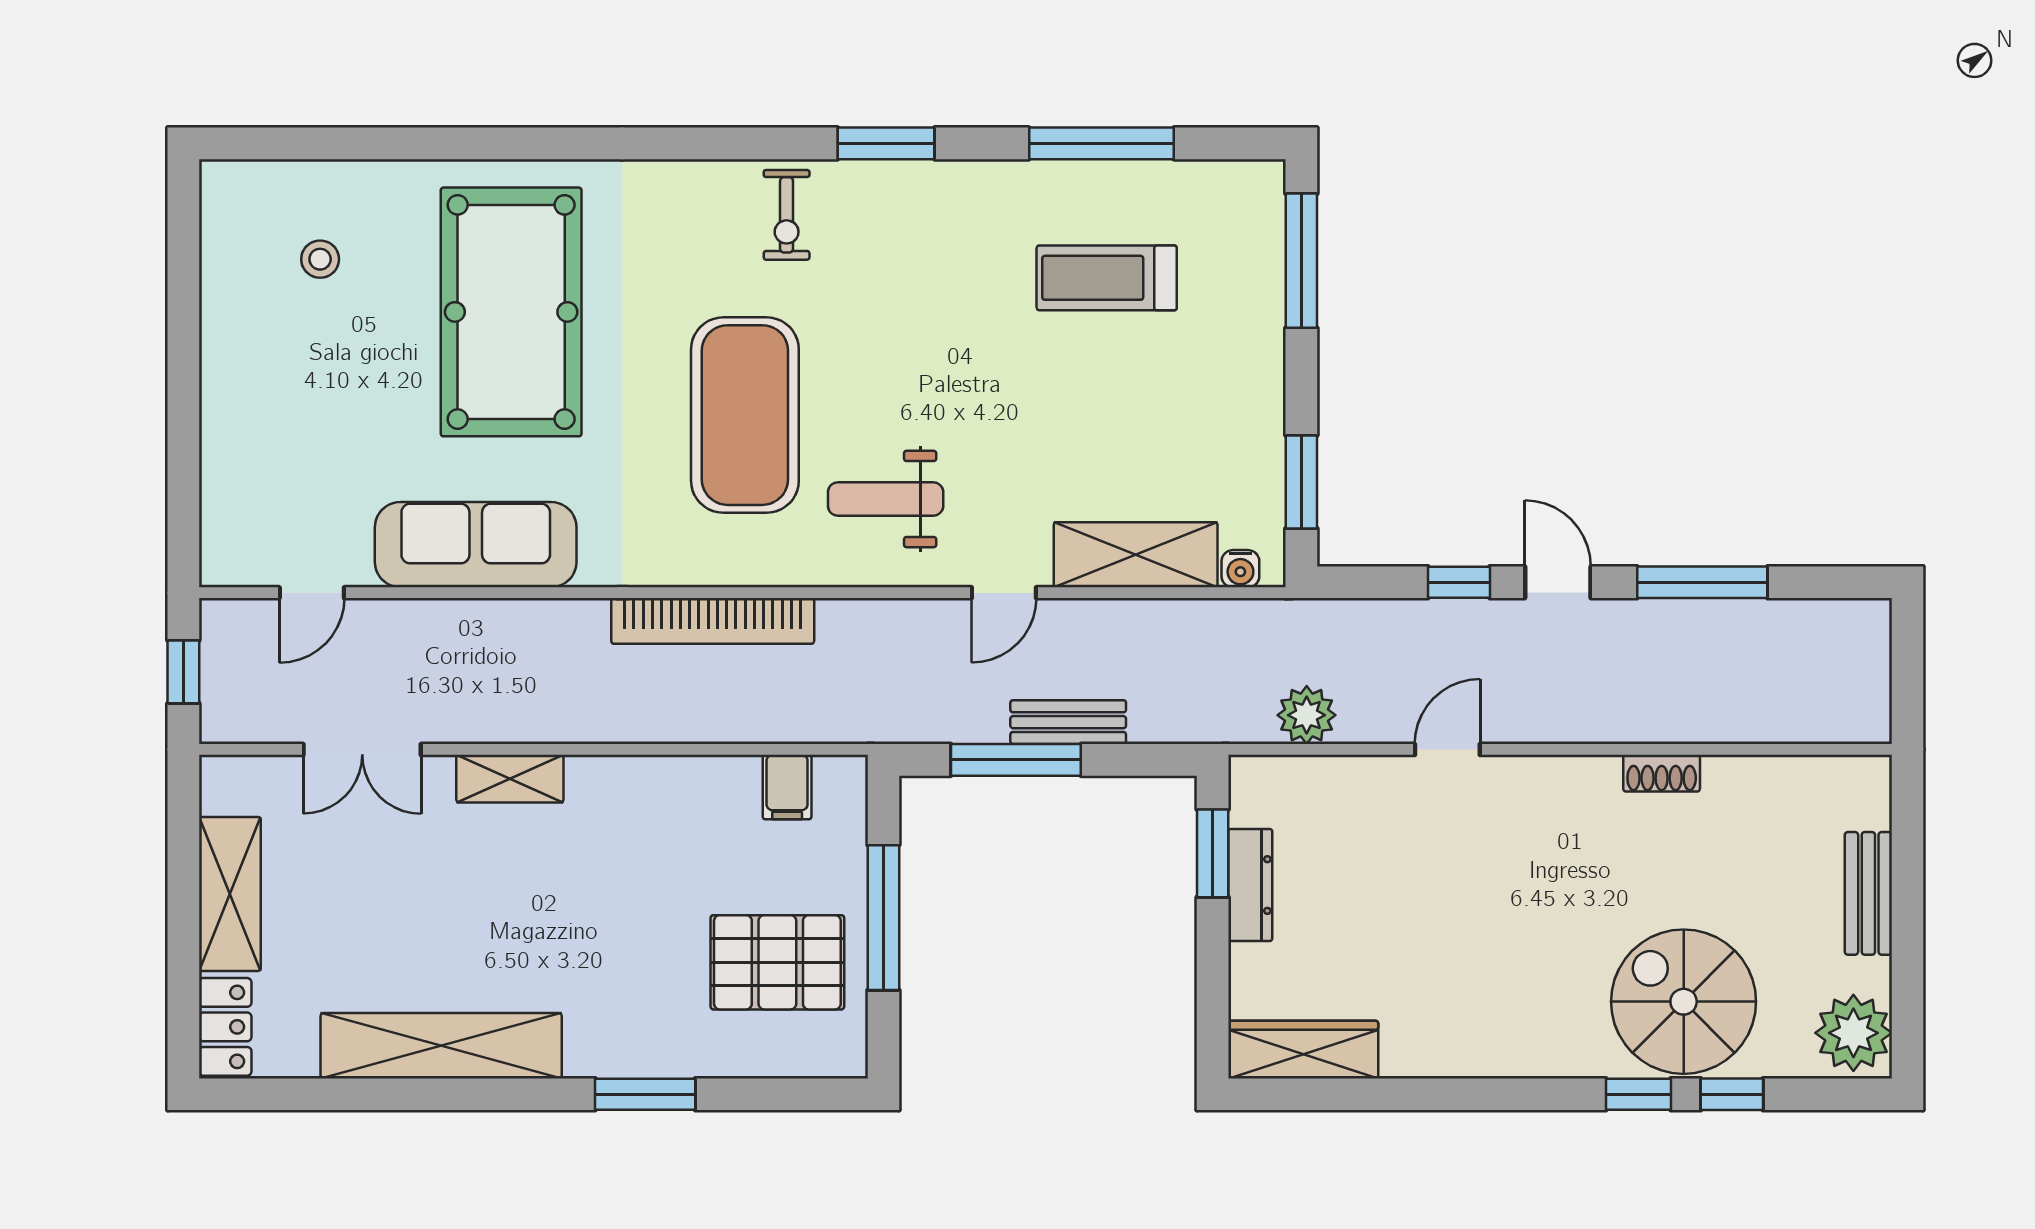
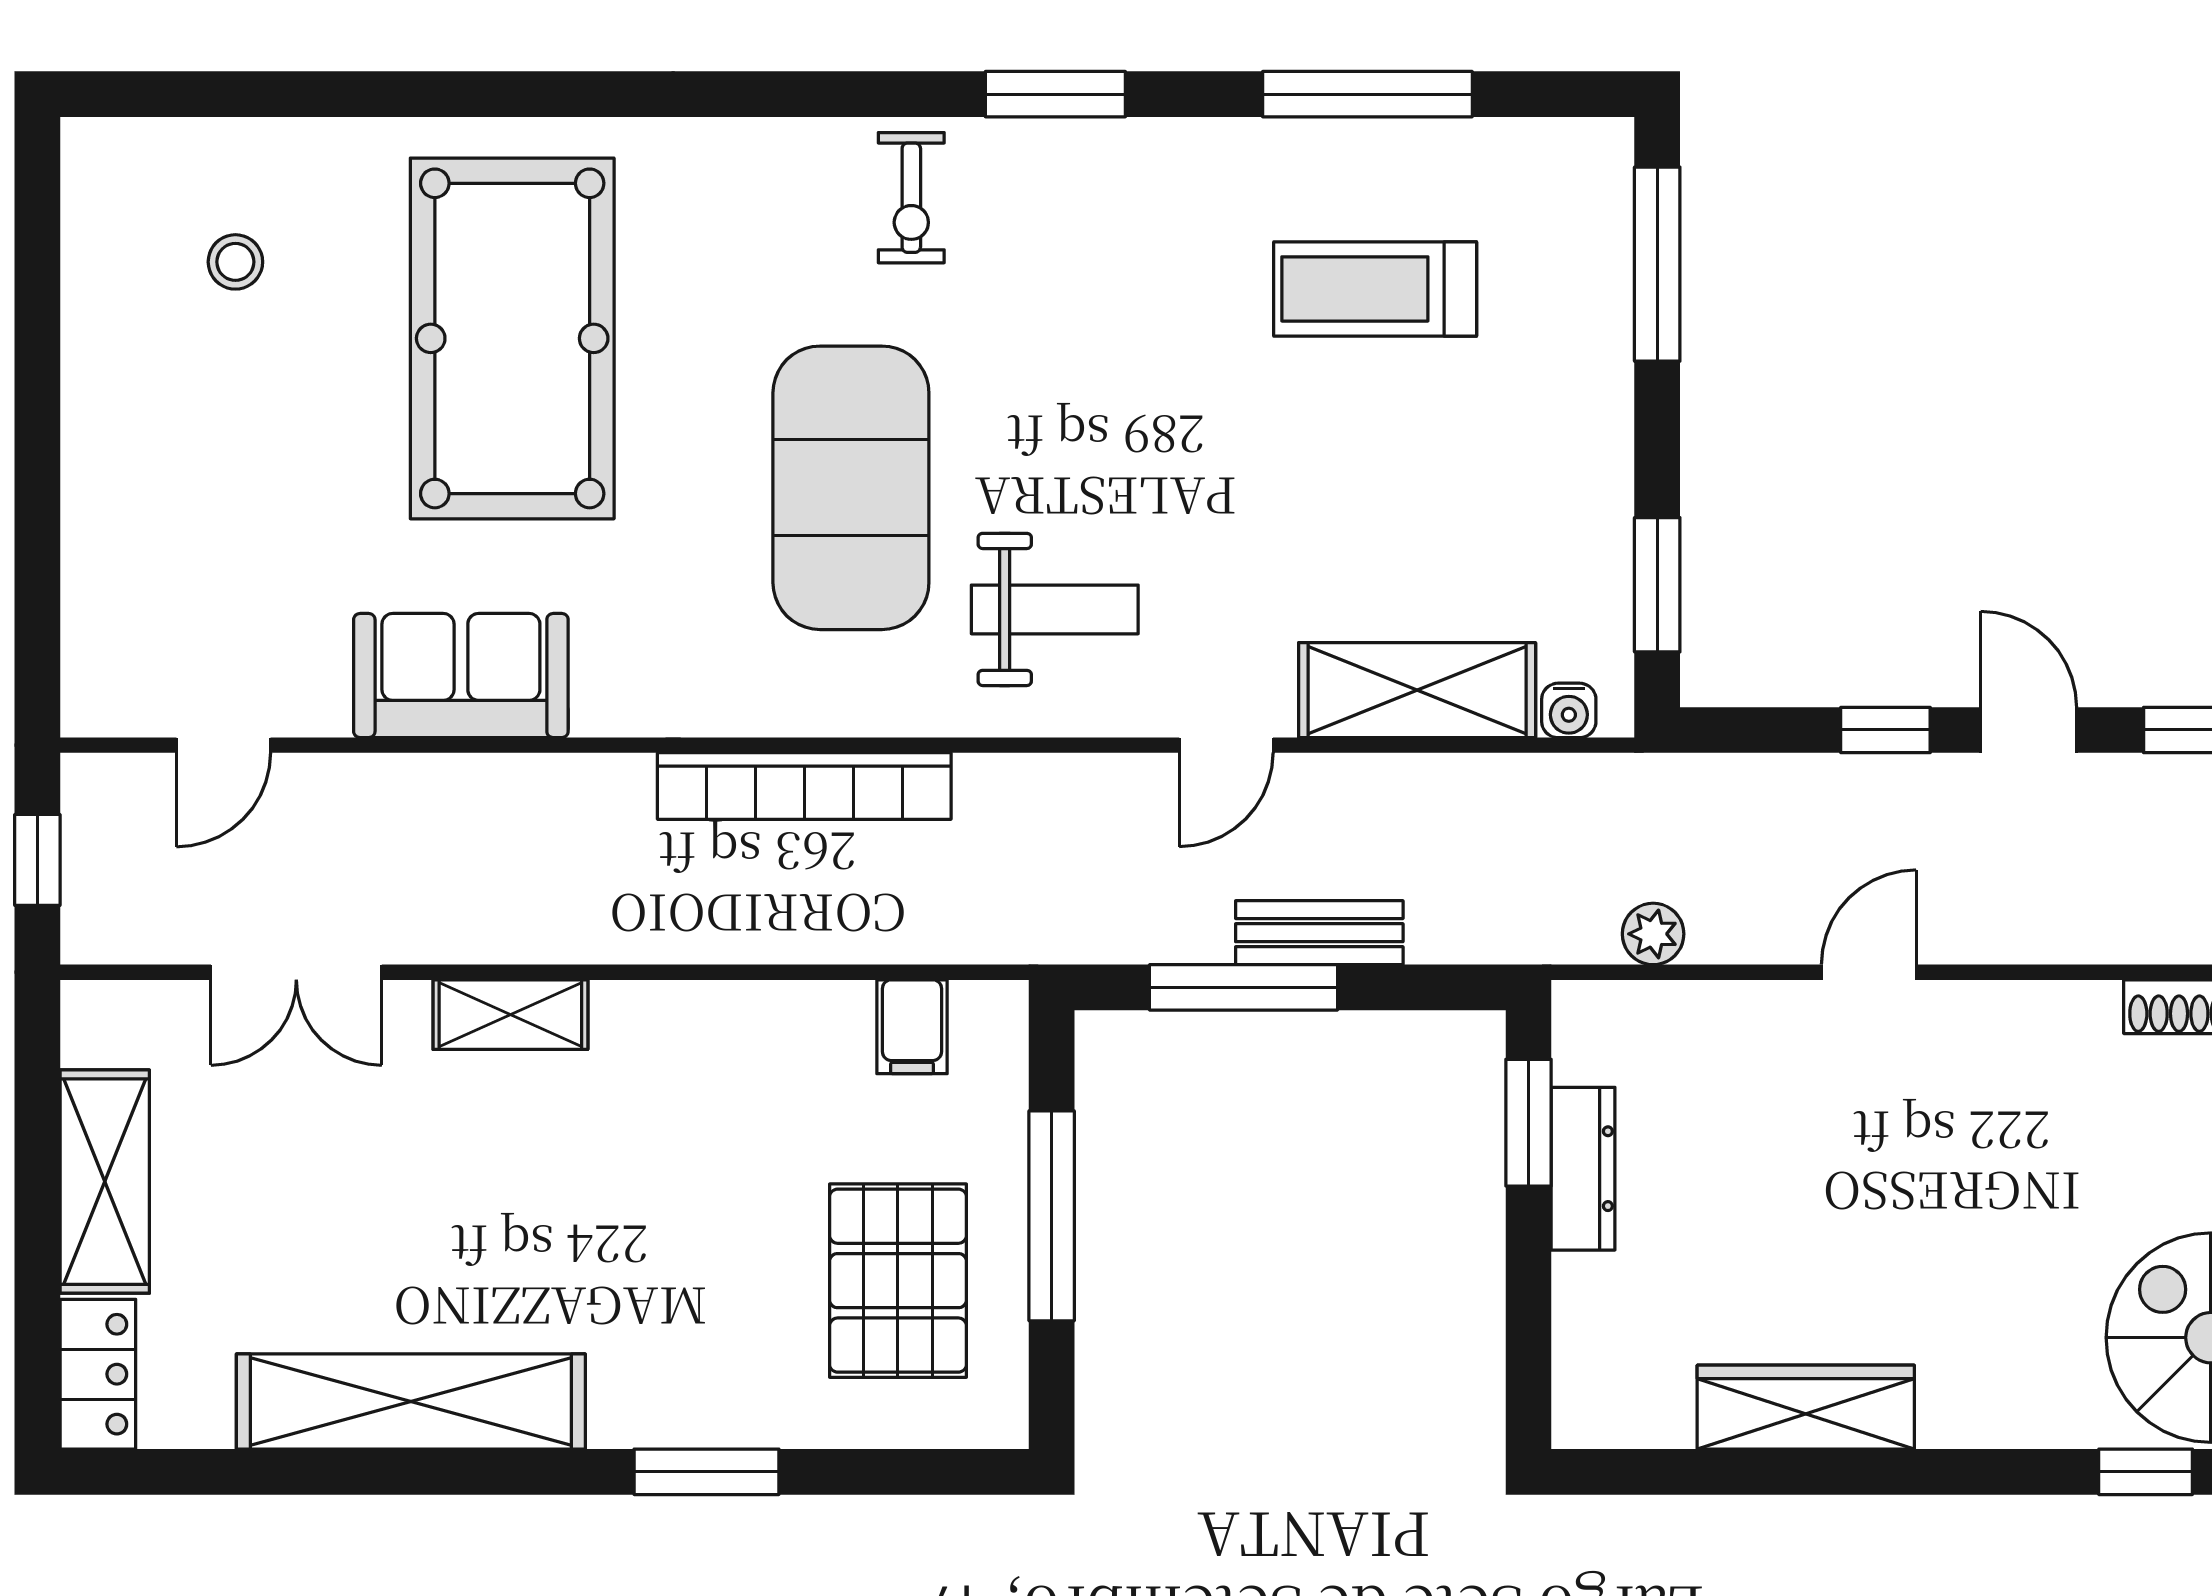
weight bench: (886, 499) -> (1055, 609), turned 180
sofa: (476, 545) -> (461, 676), width x0.73
plant: (1307, 715) -> (1653, 934), width x0.73, depth x0.73
pallet: (777, 962) -> (898, 1281), turned 90
wardrobe: (1303, 1050) -> (1806, 1407), moved

